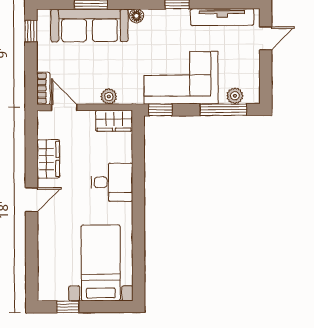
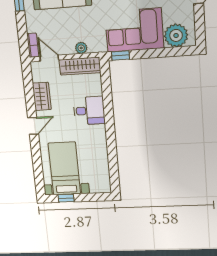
plant: (235, 96) -> (176, 35), width x1.87, depth x1.87
window: (223, 110) -> (168, 52), removed
wardrobe: (114, 121) -> (80, 66), width x1.50
bed with nightstands: (101, 263) -> (64, 168), moved

